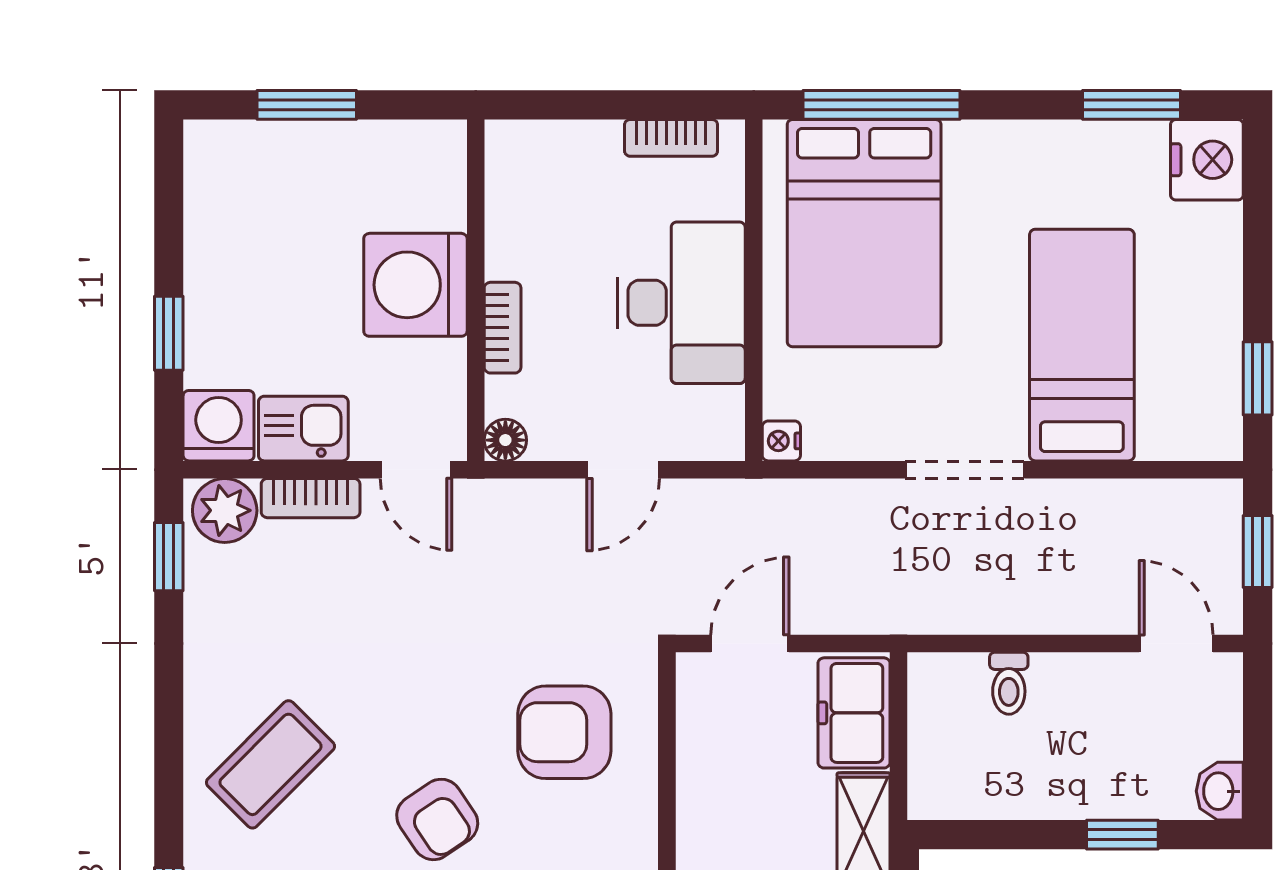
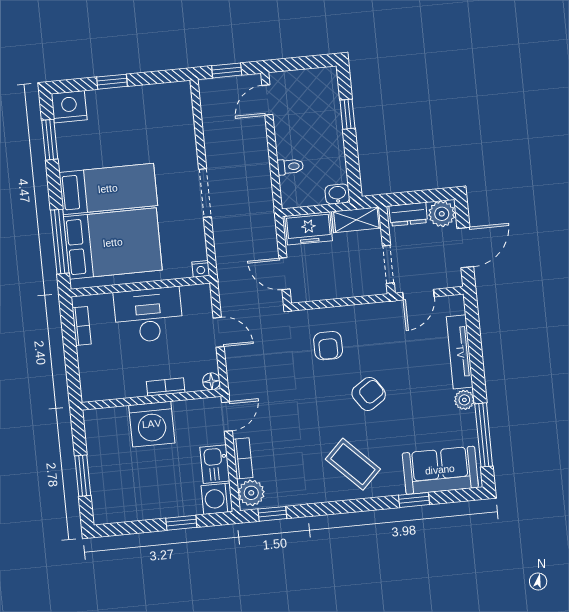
bed: (1082, 345) -> (108, 189), moved, turned 180
window: (1258, 378) -> (112, 82), moved
armchair: (564, 732) -> (328, 346), width x0.72, depth x0.72
washbasin: (1220, 791) -> (337, 194), moved, turned 180

